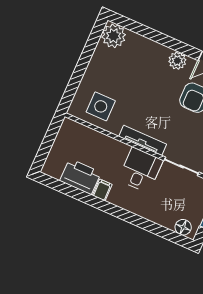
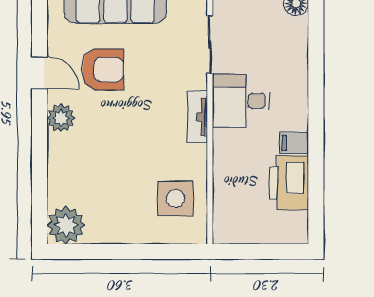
tv unit: (143, 140) -> (197, 117), width x0.71

